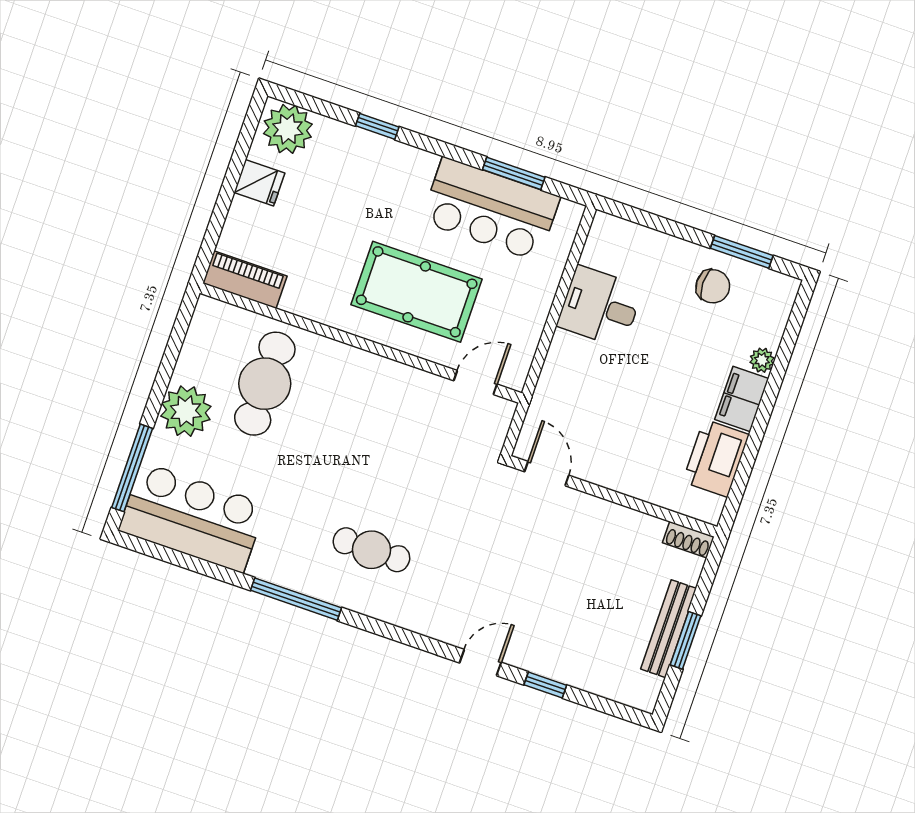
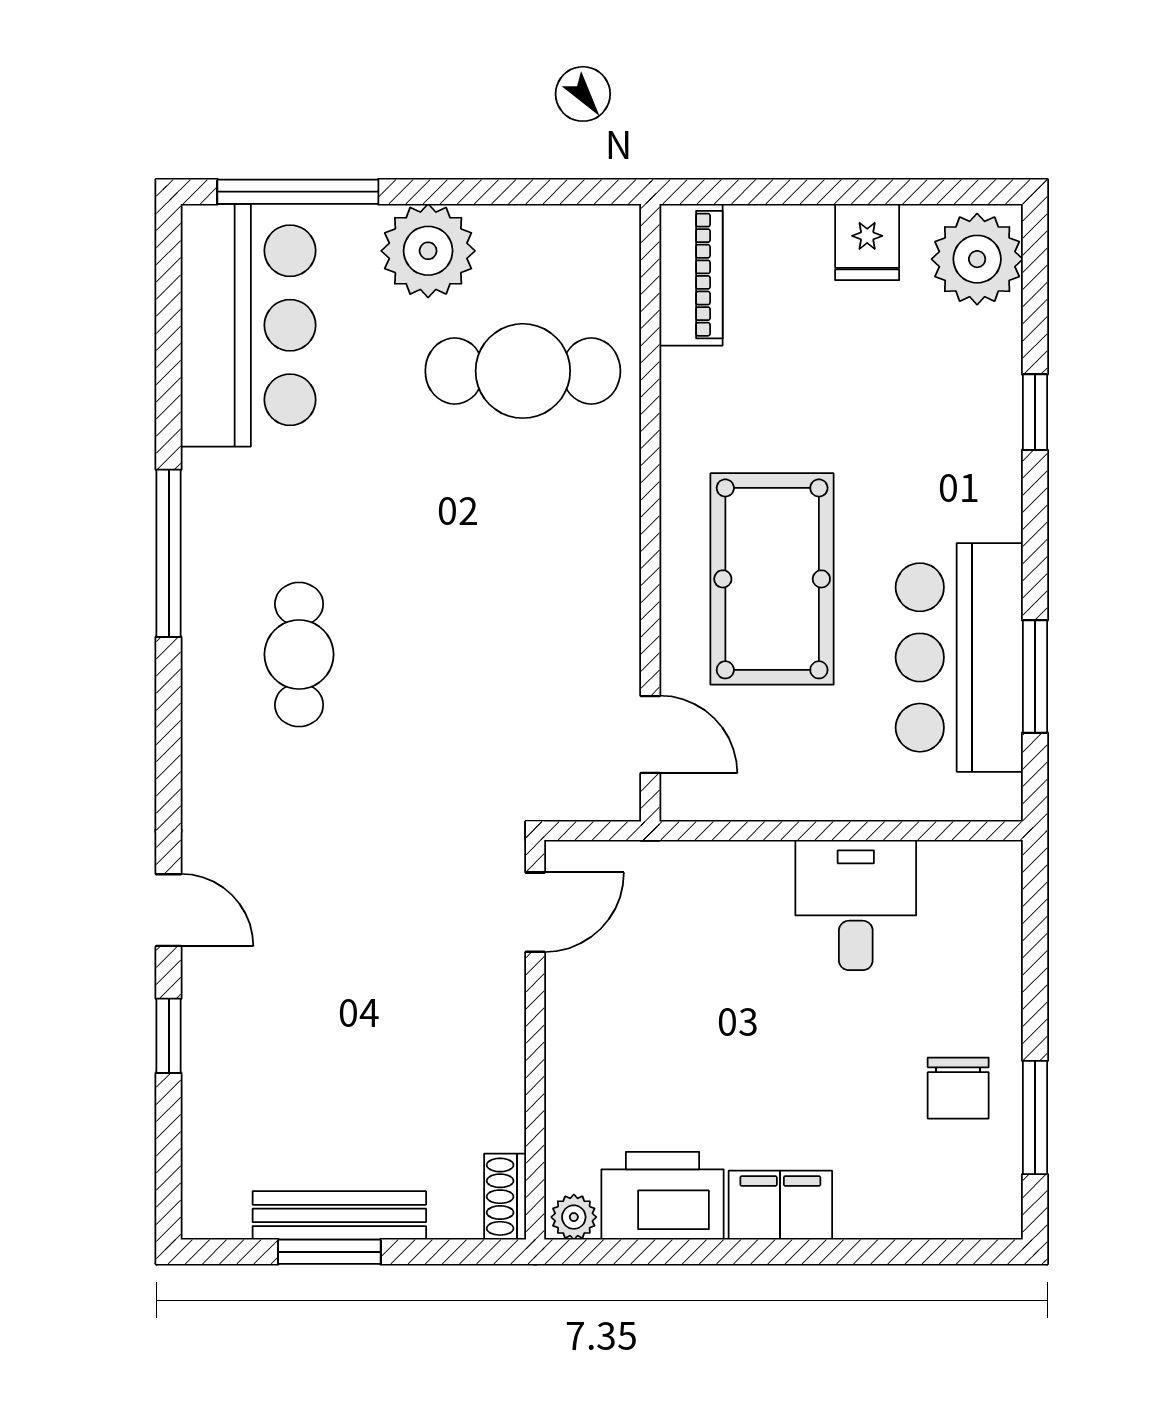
plant: (762, 360) -> (574, 1217), moved

